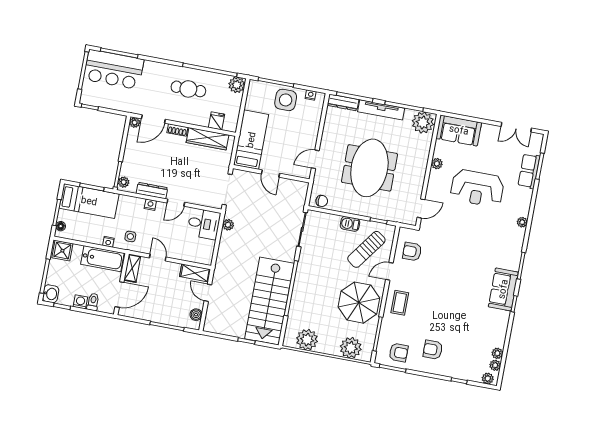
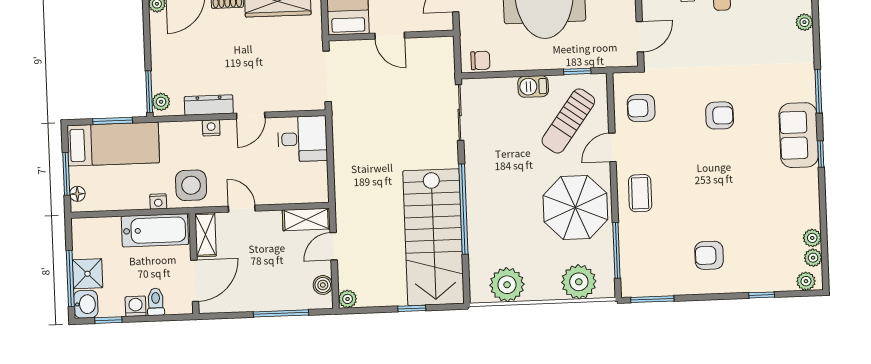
plant: (228, 225) -> (348, 299), moved
side table: (130, 236) -> (191, 185), width x1.87, depth x1.87
shower: (62, 251) -> (87, 274), moved
door: (208, 293) -> (334, 246), hinge flipped
armchair: (399, 353) -> (720, 115), moved

